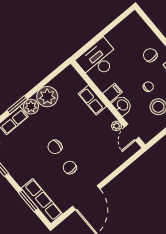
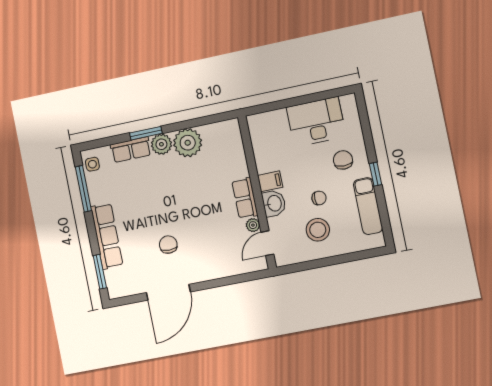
desk: (98, 59) -> (316, 122), moved
row of seats: (92, 100) -> (245, 198), moved
chair: (55, 147) -> (164, 209), removed
window: (28, 201) -> (100, 272), moved
row of seats: (42, 201) -> (107, 236), moved

